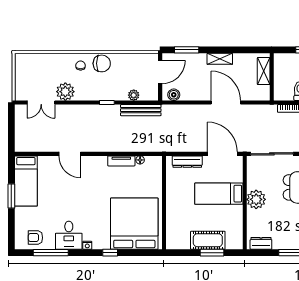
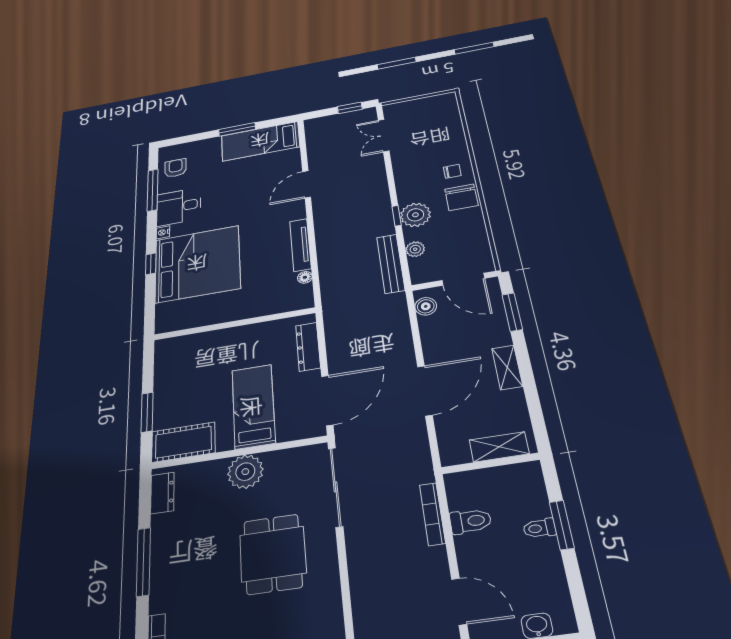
plant: (65, 92) -> (415, 215), moved
window: (11, 121) -> (350, 108), added
tv unit: (121, 161) -> (300, 245), width x1.41
bed: (134, 224) -> (197, 264), moved
cot: (208, 240) -> (183, 442), moved, turned 90

